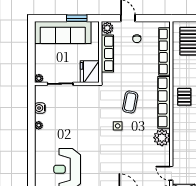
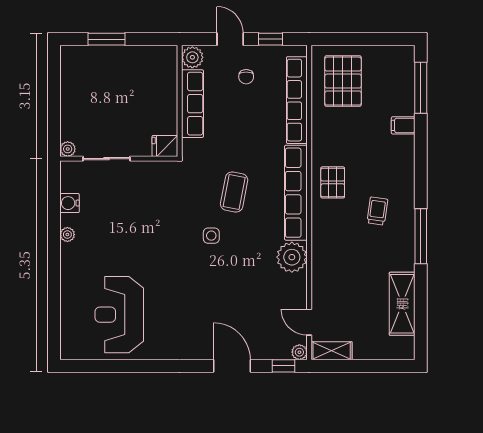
window: (77, 18) -> (107, 39), moved
window: (150, 18) -> (270, 39), added
sofa: (63, 32) -> (111, 65), removed
fridge: (90, 72) -> (165, 146), width x0.53, depth x0.75

